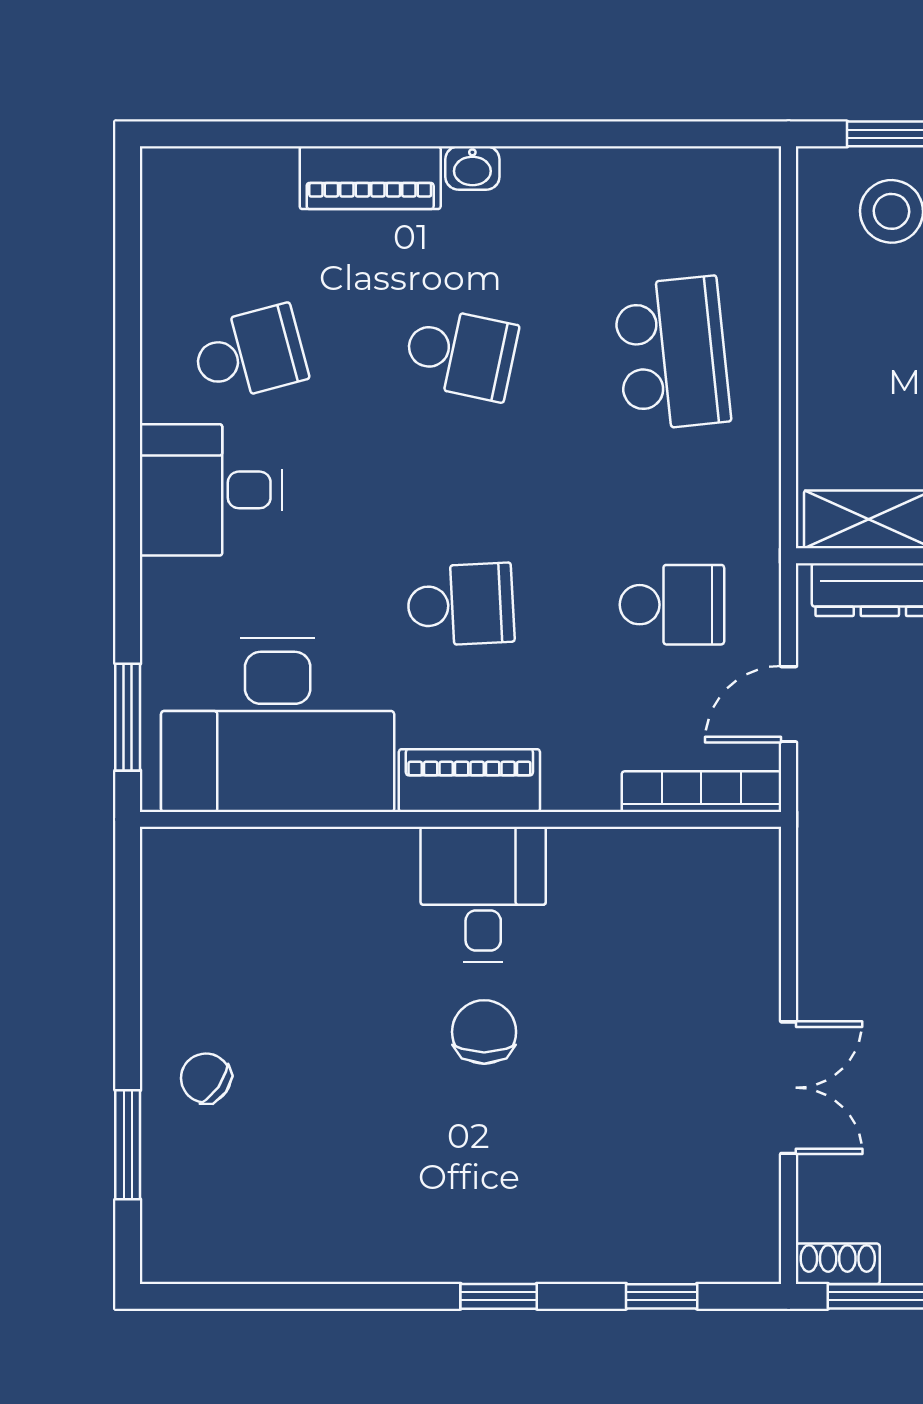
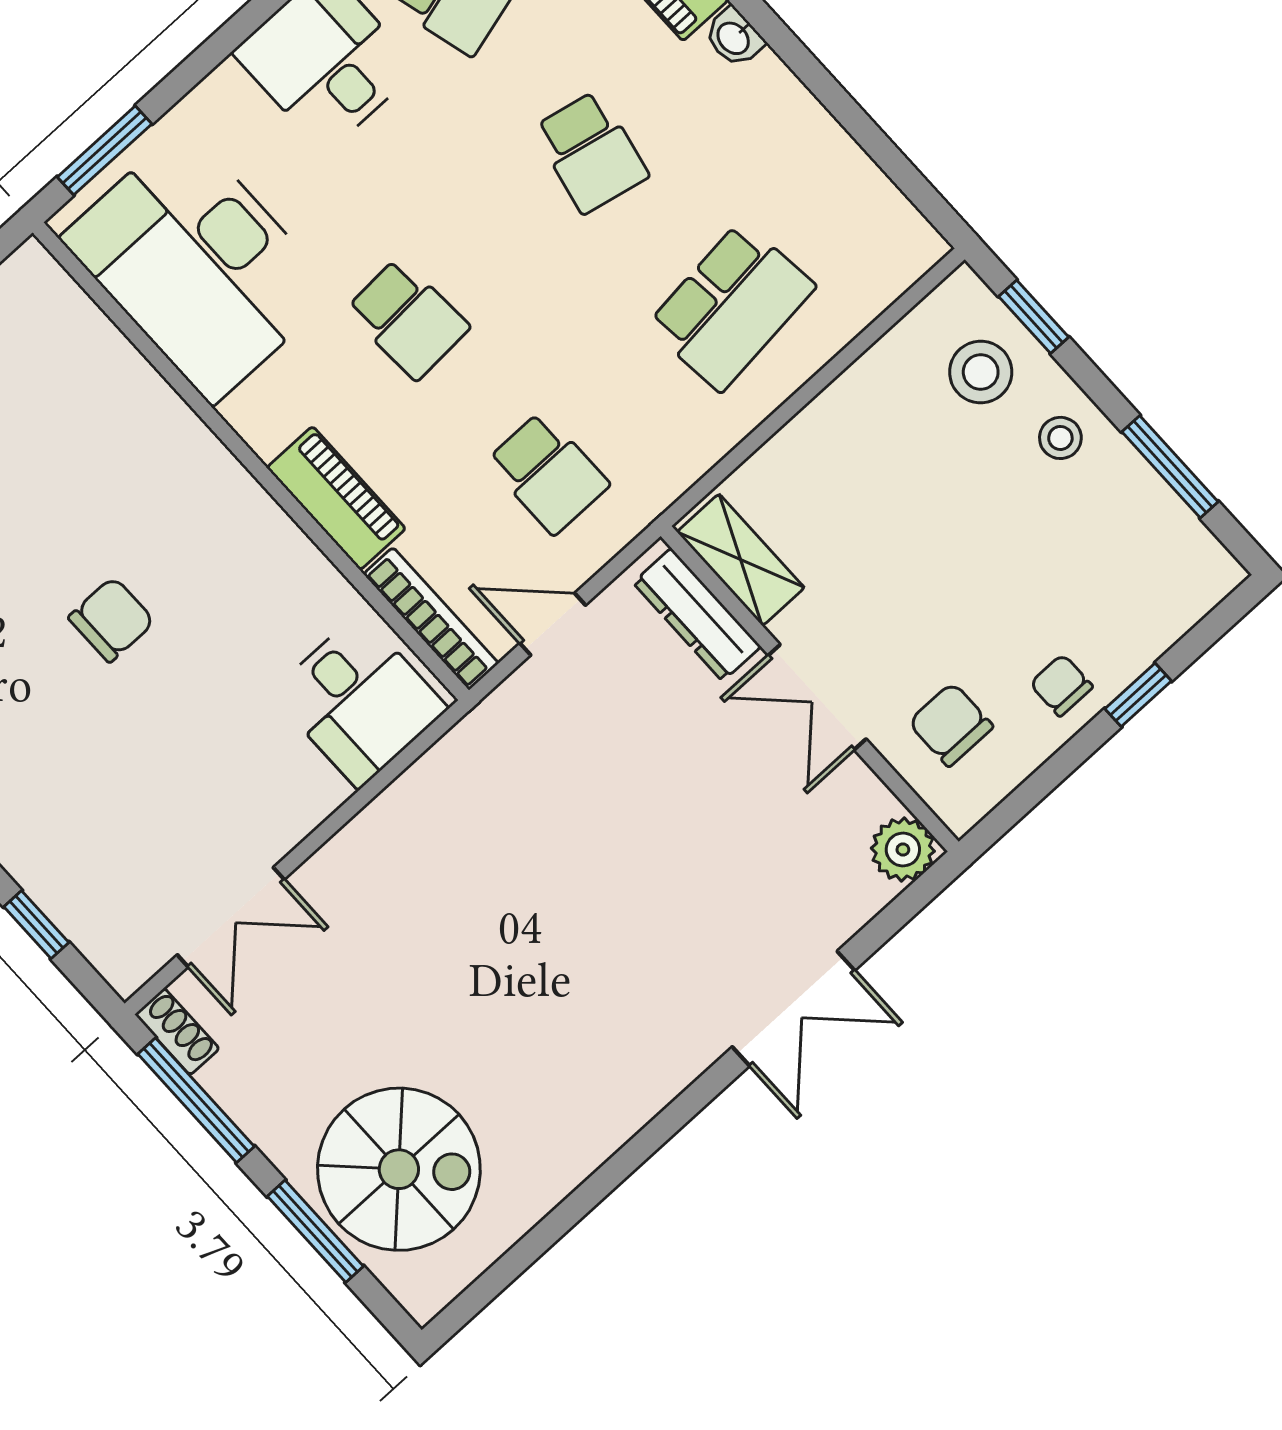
piano: (469, 781) -> (336, 498), moved
desk: (483, 894) -> (359, 701), moved, turned 90
double door: (789, 1088) -> (231, 917), moved

